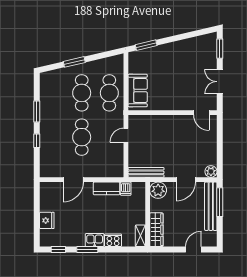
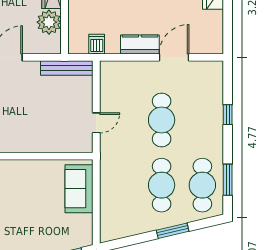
cafe table: (109, 93) -> (202, 185), moved
window: (37, 111) -> (228, 180), moved
kitchen counter: (107, 188) -> (140, 44), moved
plant: (158, 190) -> (49, 22), moved

